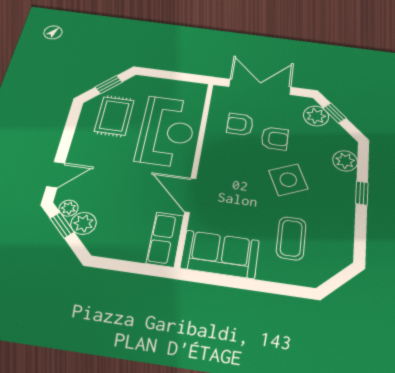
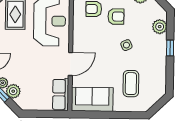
side table: (288, 180) -> (126, 45), width x0.54, depth x0.54
door: (190, 195) -> (70, 64), swing flipped

